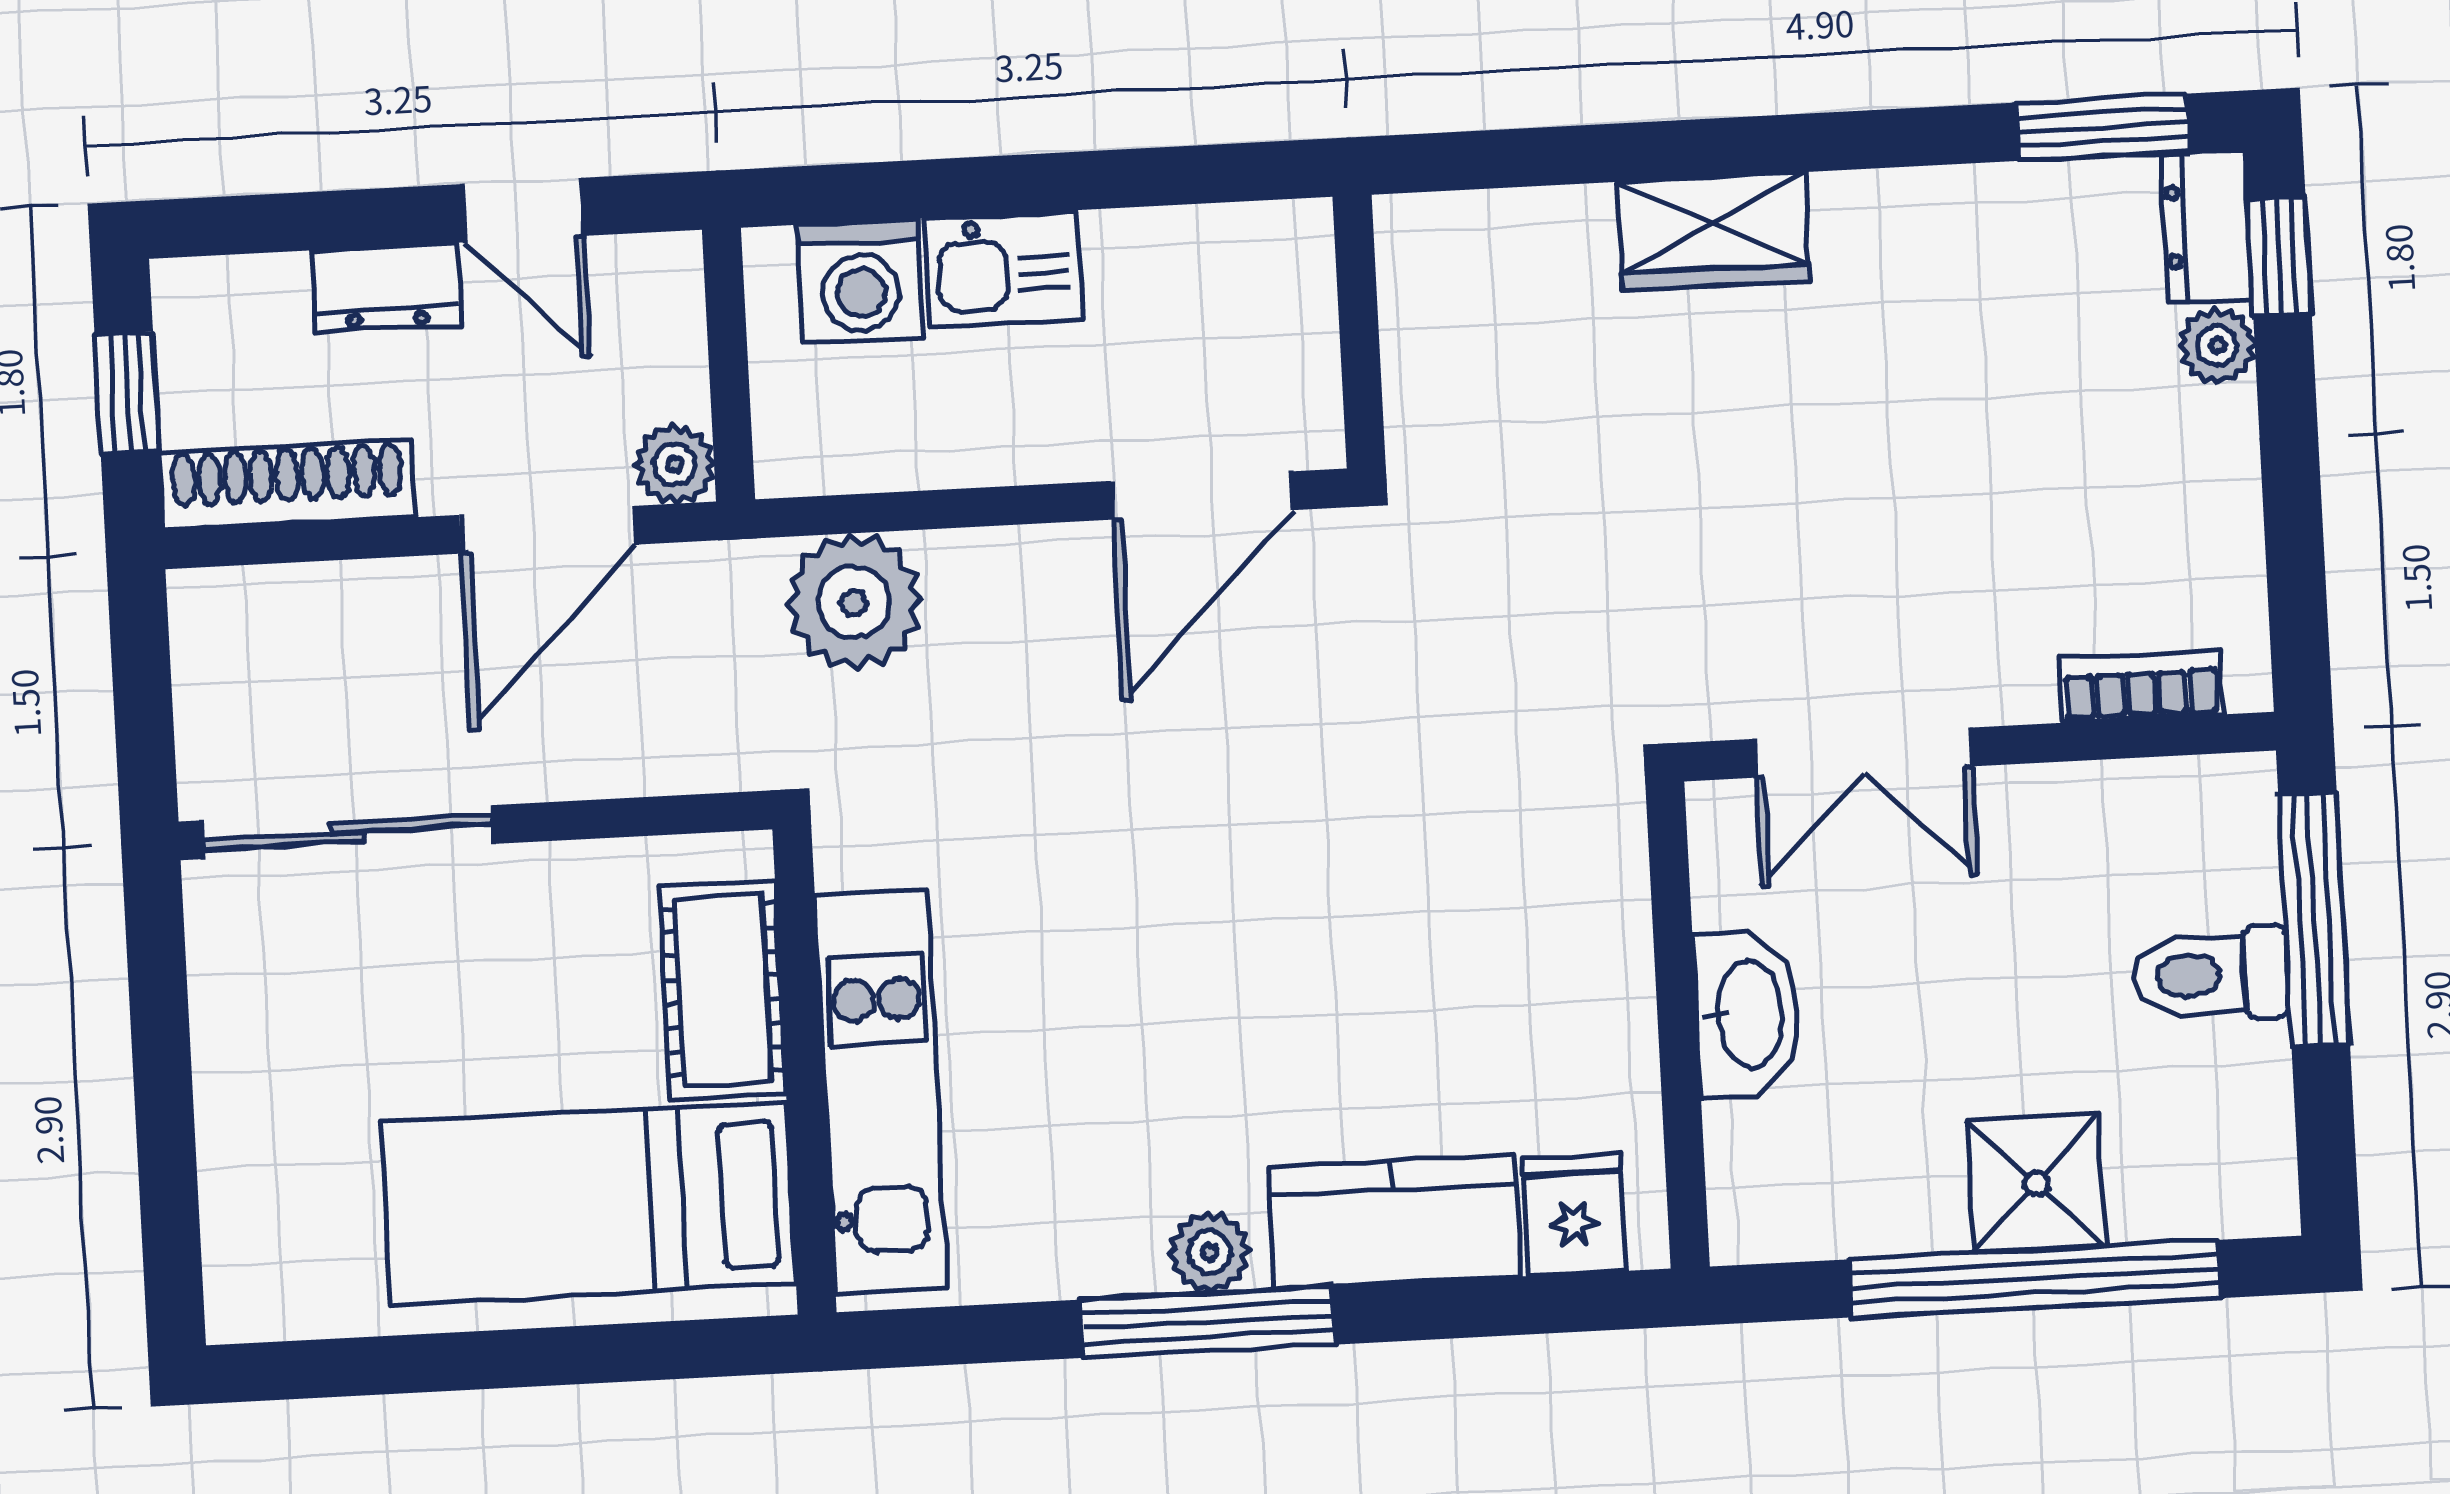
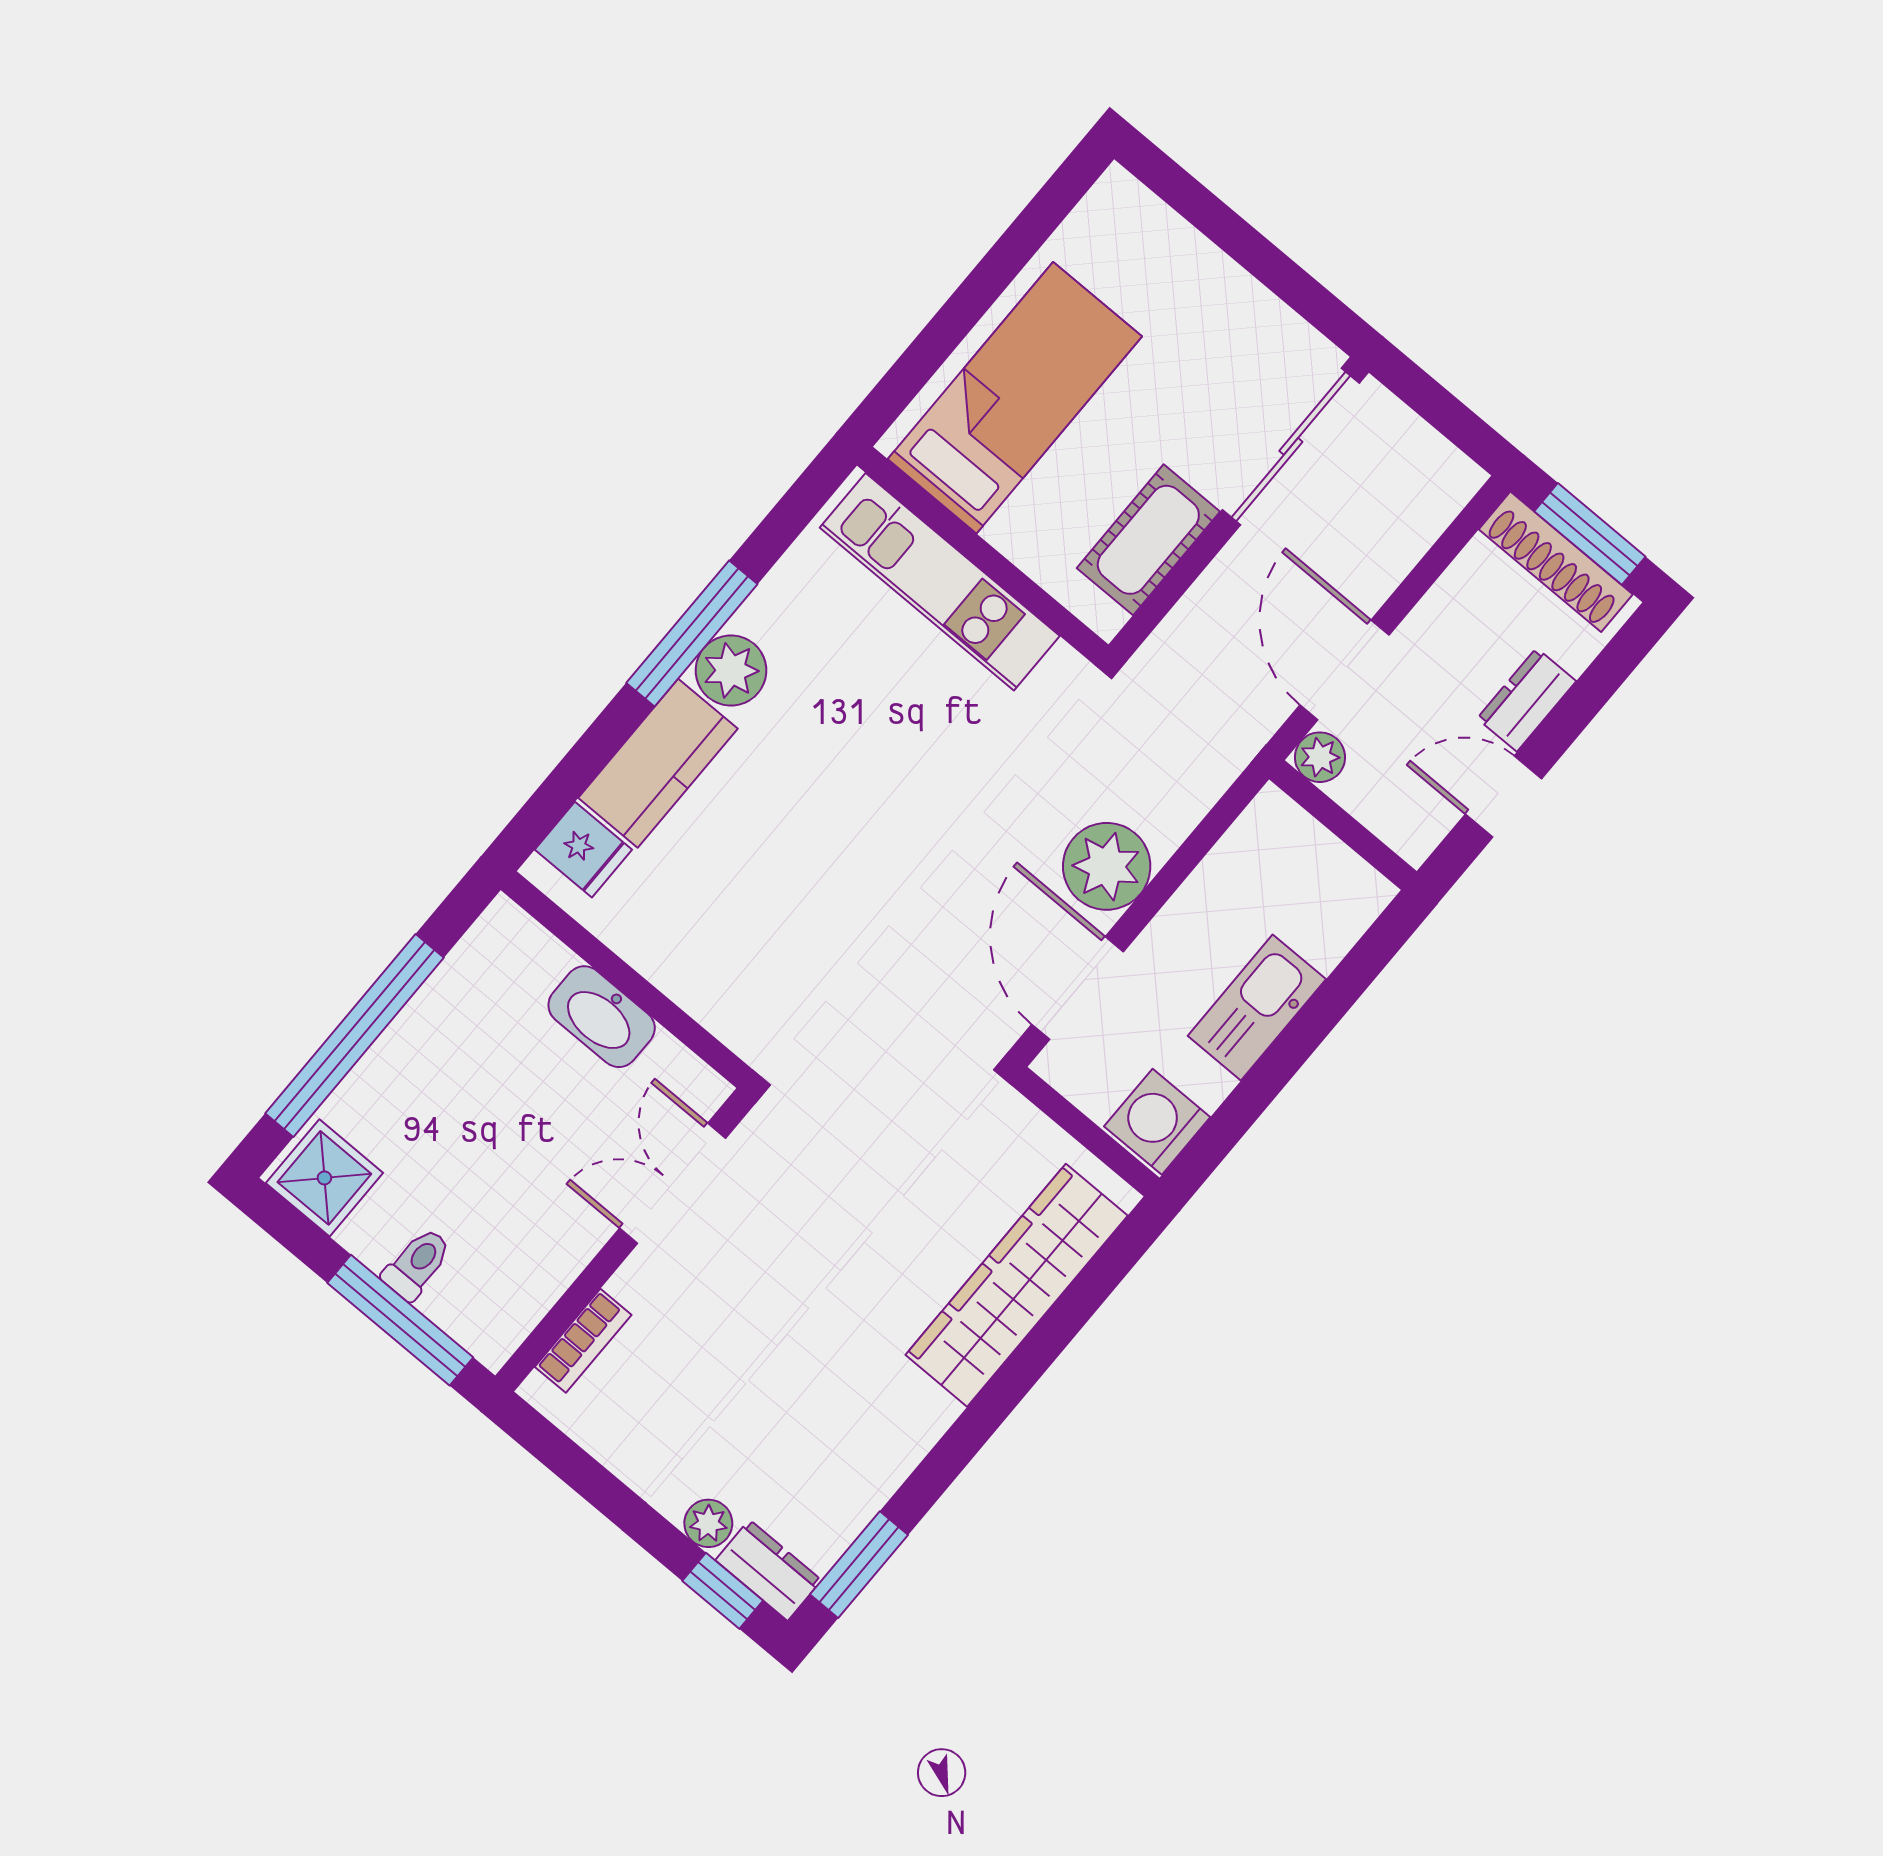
wardrobe: (1713, 231) -> (1017, 1285), width x2.10, depth x1.17
kitchen sink: (1003, 269) -> (1257, 1008), width x1.38
washing machine: (860, 281) -> (1157, 1122), moved
window: (127, 393) -> (1590, 534), width x1.50
shoe rack: (287, 485) -> (1556, 562), moved, turned 90
plant: (854, 602) -> (1107, 866), moved
toilet: (2210, 975) -> (417, 1264), width x0.73, depth x0.72
cot: (722, 990) -> (1148, 540), moved, turned 90
shower: (2036, 1184) -> (324, 1178), moved
plant: (1209, 1252) -> (731, 671), width x1.38, depth x1.38

